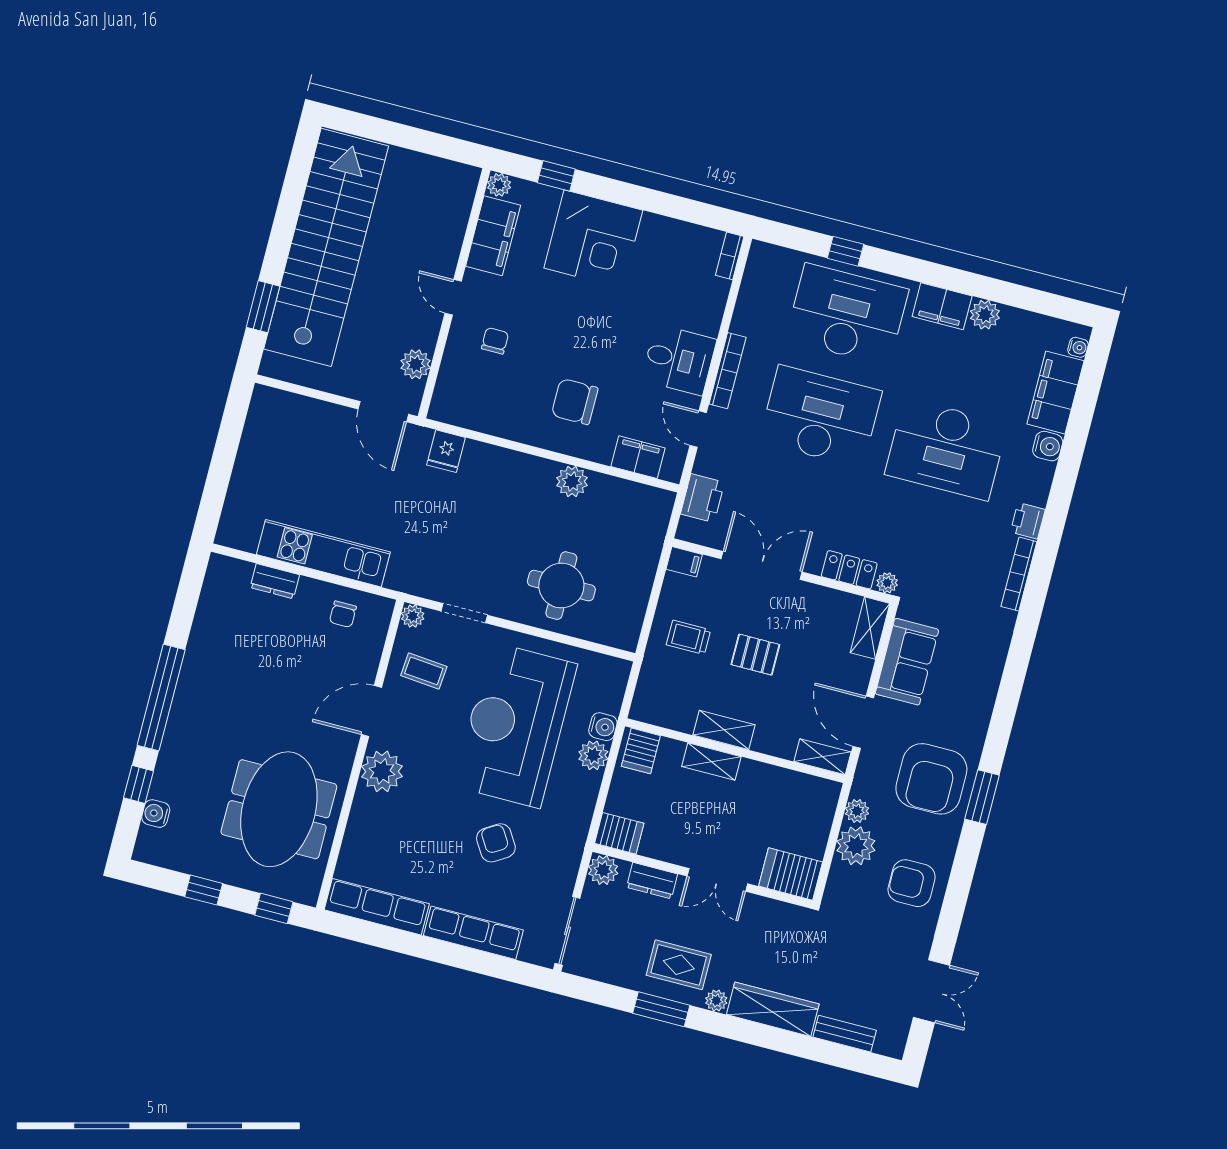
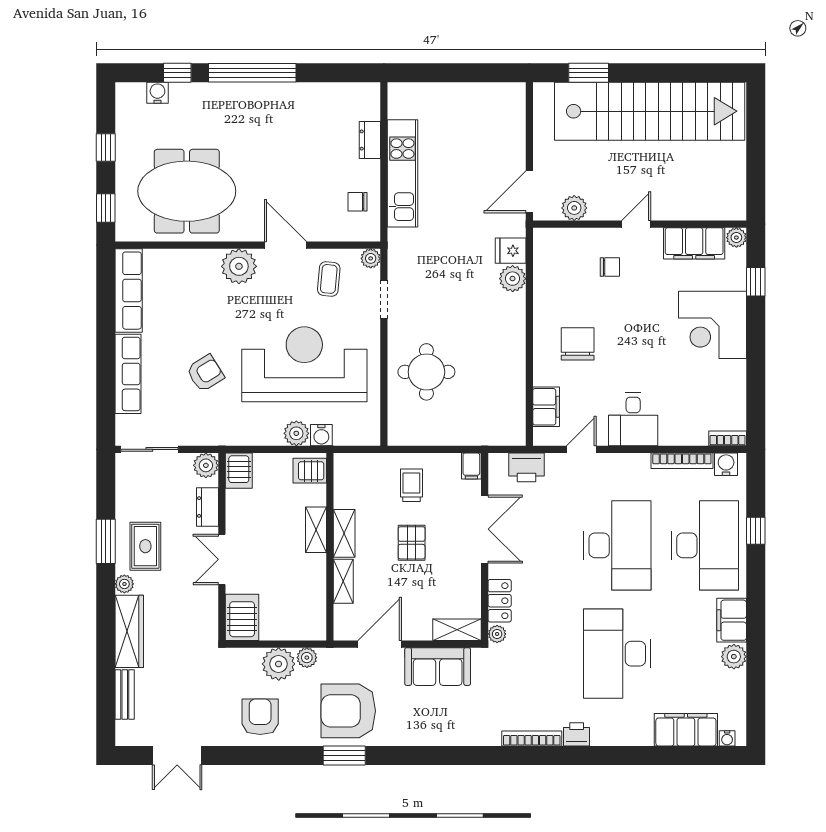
bookcase: (728, 371) -> (682, 461), moved
water cooler: (1048, 446) -> (726, 464), moved, turned 180
plant: (572, 482) -> (513, 279), moved
shelving: (823, 757) -> (343, 581), moved

